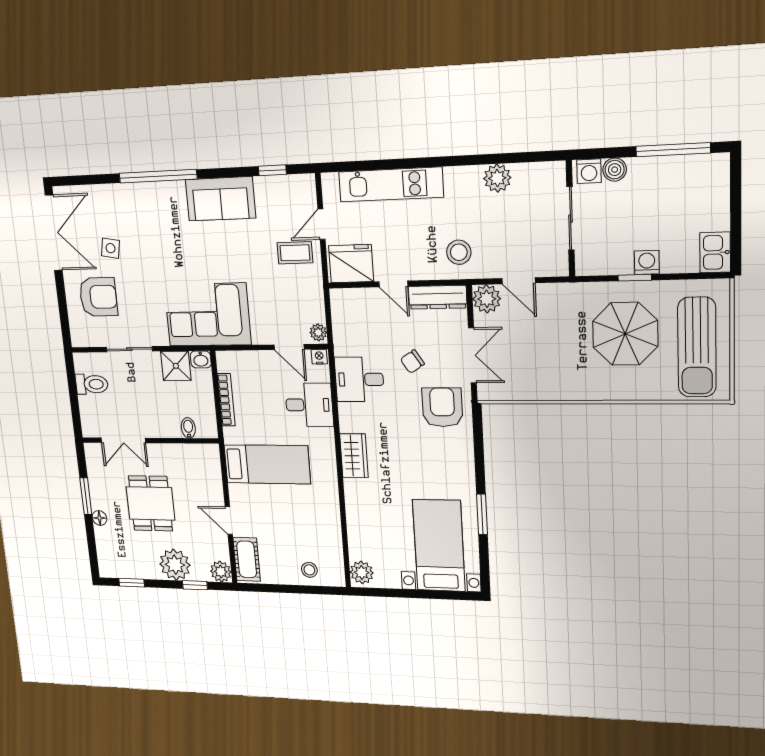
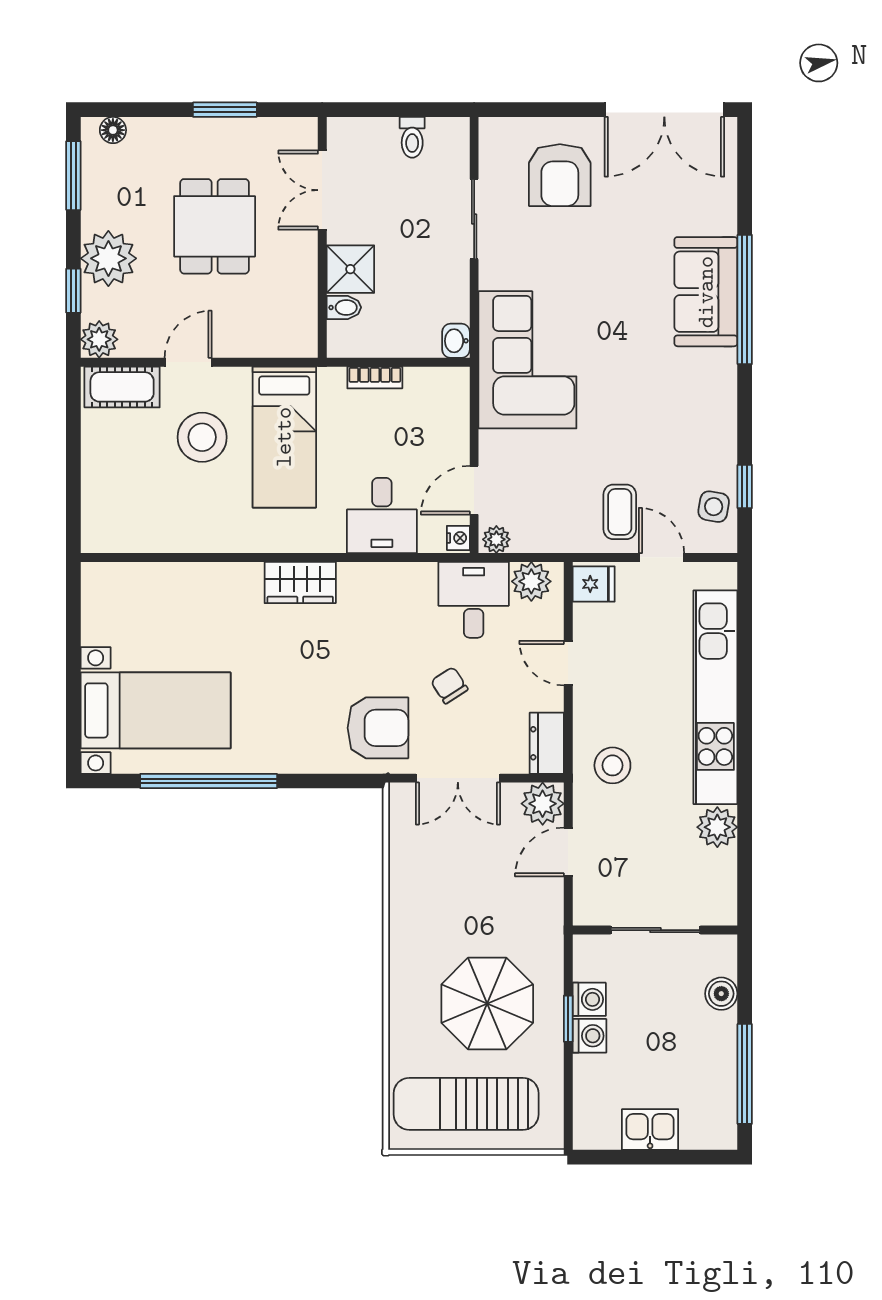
washing machine: (589, 171) -> (589, 999), moved, turned 180
kitchen unit: (391, 184) -> (715, 697), width x1.36
sofa: (220, 199) -> (706, 292), moved
side table: (111, 248) -> (714, 507), moved
kitchen sink: (715, 252) -> (650, 1129), moved
fridge: (351, 264) -> (594, 584), width x0.53, depth x0.75
door: (393, 284) -> (568, 663), hinge flipped
dresser: (438, 297) -> (547, 743), width x0.70
shower: (176, 366) -> (350, 269), moved
desk: (359, 379) -> (474, 600), moved
toilet: (92, 384) -> (412, 137), width x0.73, depth x0.72
bookcase: (226, 400) -> (375, 378), width x0.64
dining table: (150, 503) -> (215, 226), turned 90
window: (482, 514) -> (209, 781), width x2.11
floor lamp: (99, 518) -> (113, 130), moved
stool: (309, 570) -> (202, 437), moved, width x1.89, depth x1.89
plant: (362, 572) -> (531, 581), moved
window: (132, 583) -> (73, 176), width x1.50

